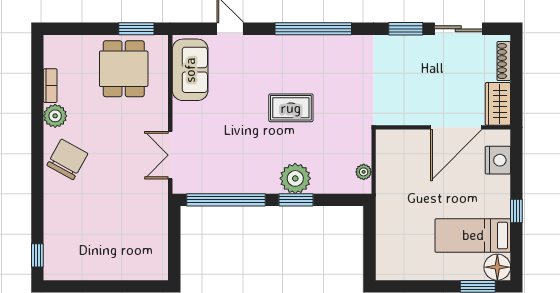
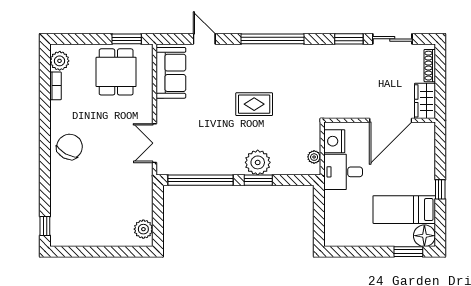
plant: (55, 116) -> (60, 61), moved
nightstand: (498, 160) -> (334, 141), moved, turned 180
desk: (399, 190) -> (343, 172), added
plant: (157, 259) -> (143, 229), added

